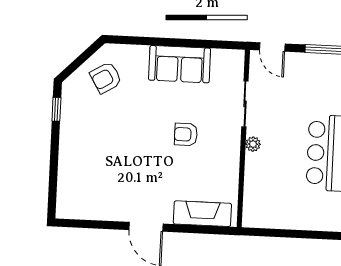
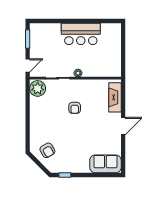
sofa: (180, 64) -> (105, 164), moved, turned -90
plant: (227, 64) -> (38, 88), added

